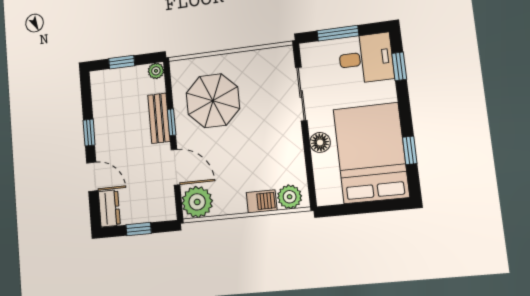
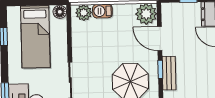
floor lamp: (320, 142) -> (60, 12), moved
bed: (371, 153) -> (35, 37), width x0.67

